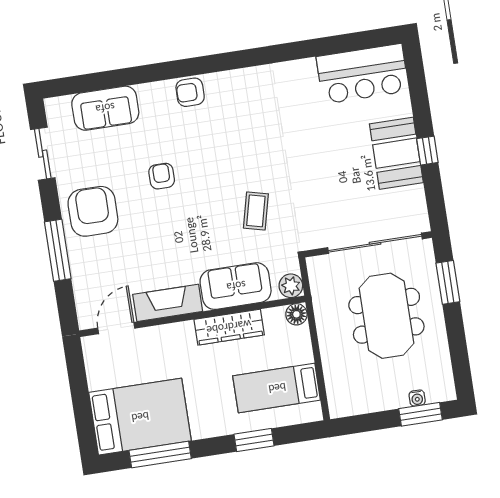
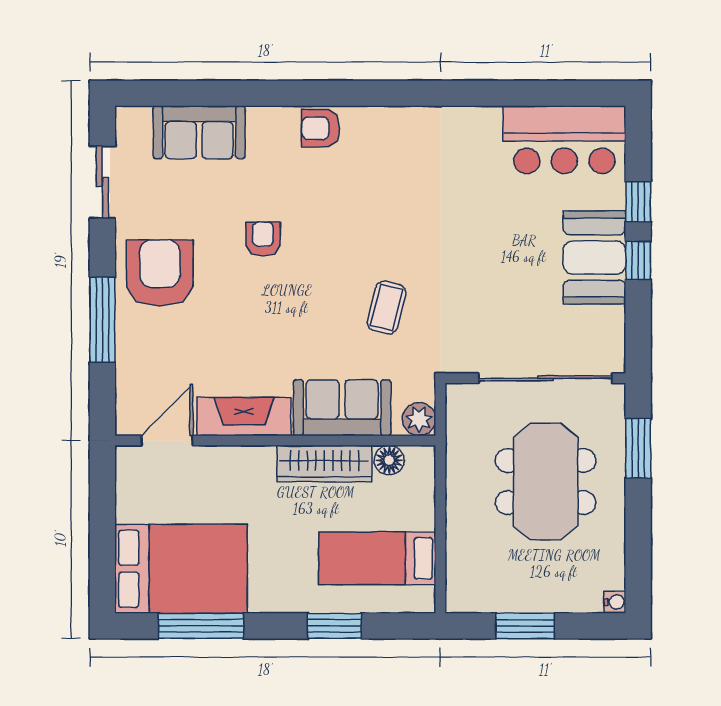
window: (421, 109) -> (638, 202), added
floor lamp: (296, 314) -> (389, 460), moved
water cooler: (417, 398) -> (615, 602), moved, turned -90
window: (421, 414) -> (525, 626), moved

